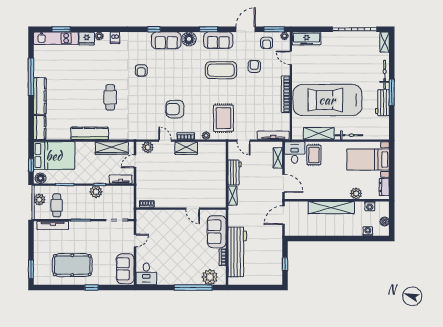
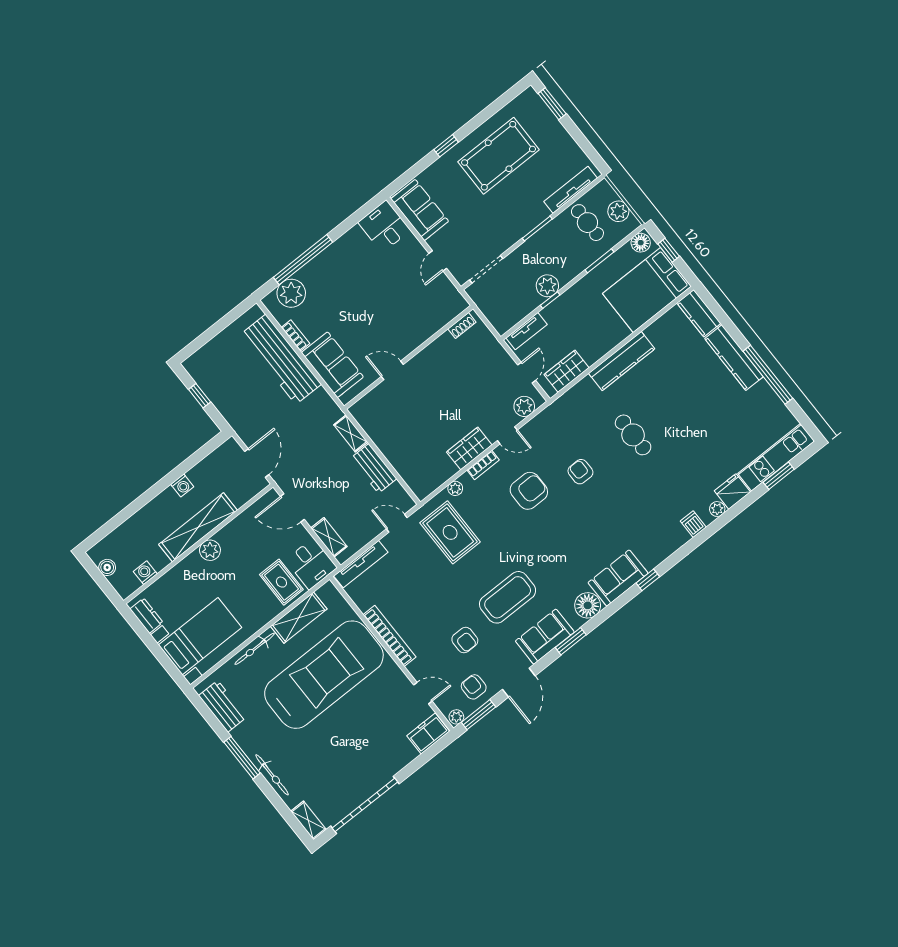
freezer: (307, 38) -> (428, 733), width x0.71
armchair: (141, 70) -> (580, 472), moved
workbench: (382, 103) -> (223, 706), moved
wardrobe: (112, 148) -> (567, 371), width x0.67
plant: (356, 193) -> (210, 550), moved
washing machine: (368, 231) -> (182, 485), moved

